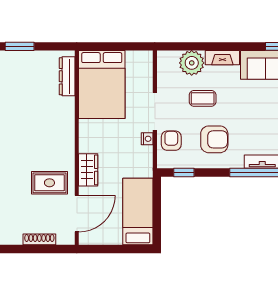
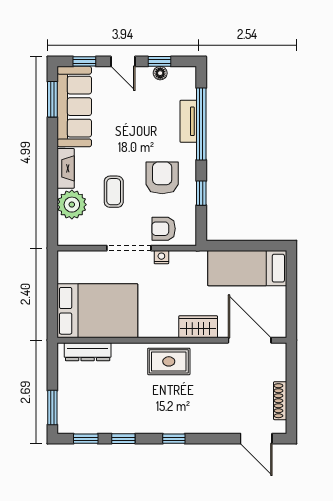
window: (184, 173) -> (201, 193), moved
rug: (49, 183) -> (169, 361), moved, turned 90
shoe rack: (39, 239) -> (280, 401), moved

